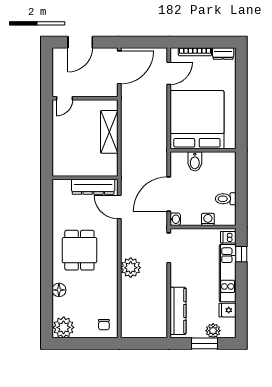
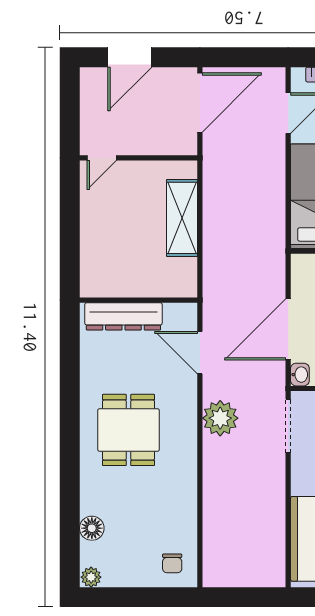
dresser: (93, 187) -> (123, 316), moved
plant: (131, 268) -> (220, 418), moved
floor lamp: (59, 290) -> (92, 528), moved
plant: (64, 327) -> (91, 577), width x0.53, depth x0.53

